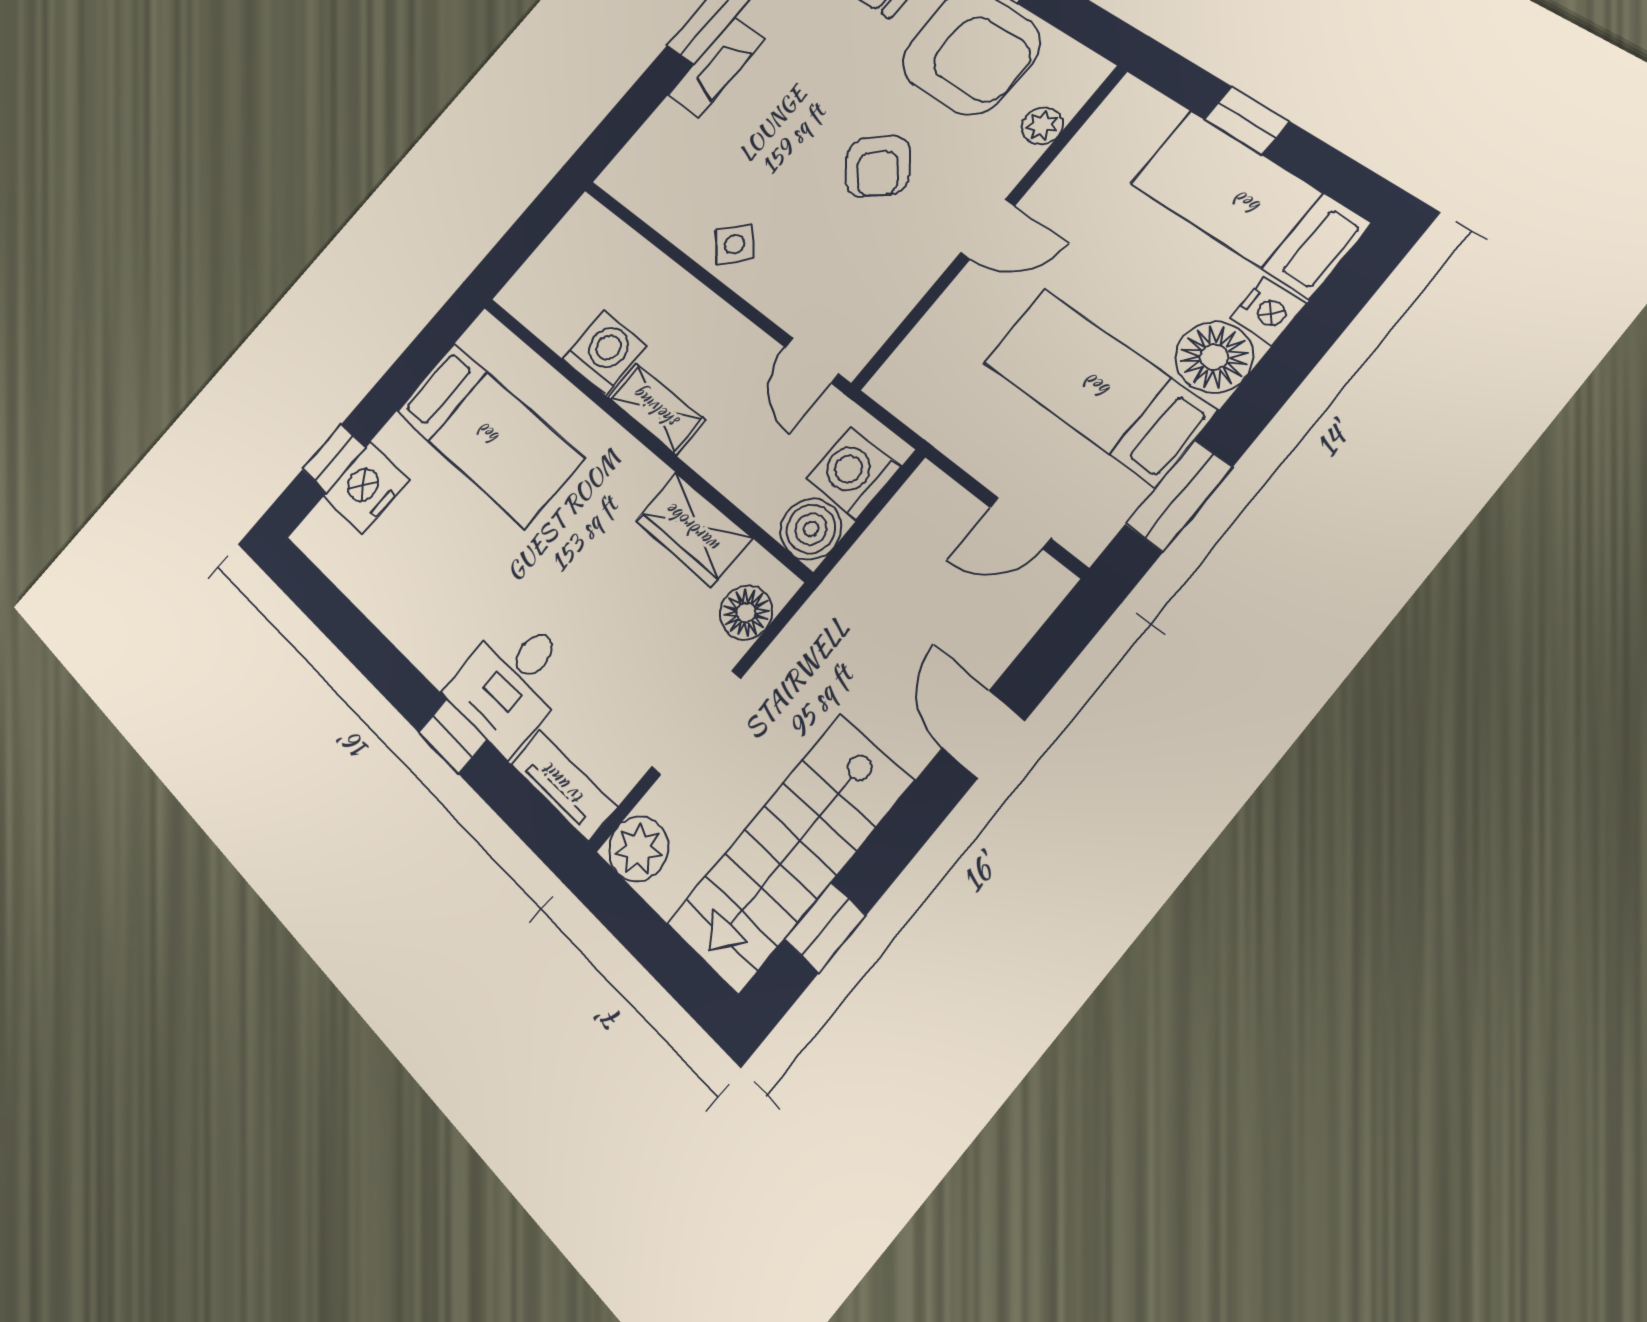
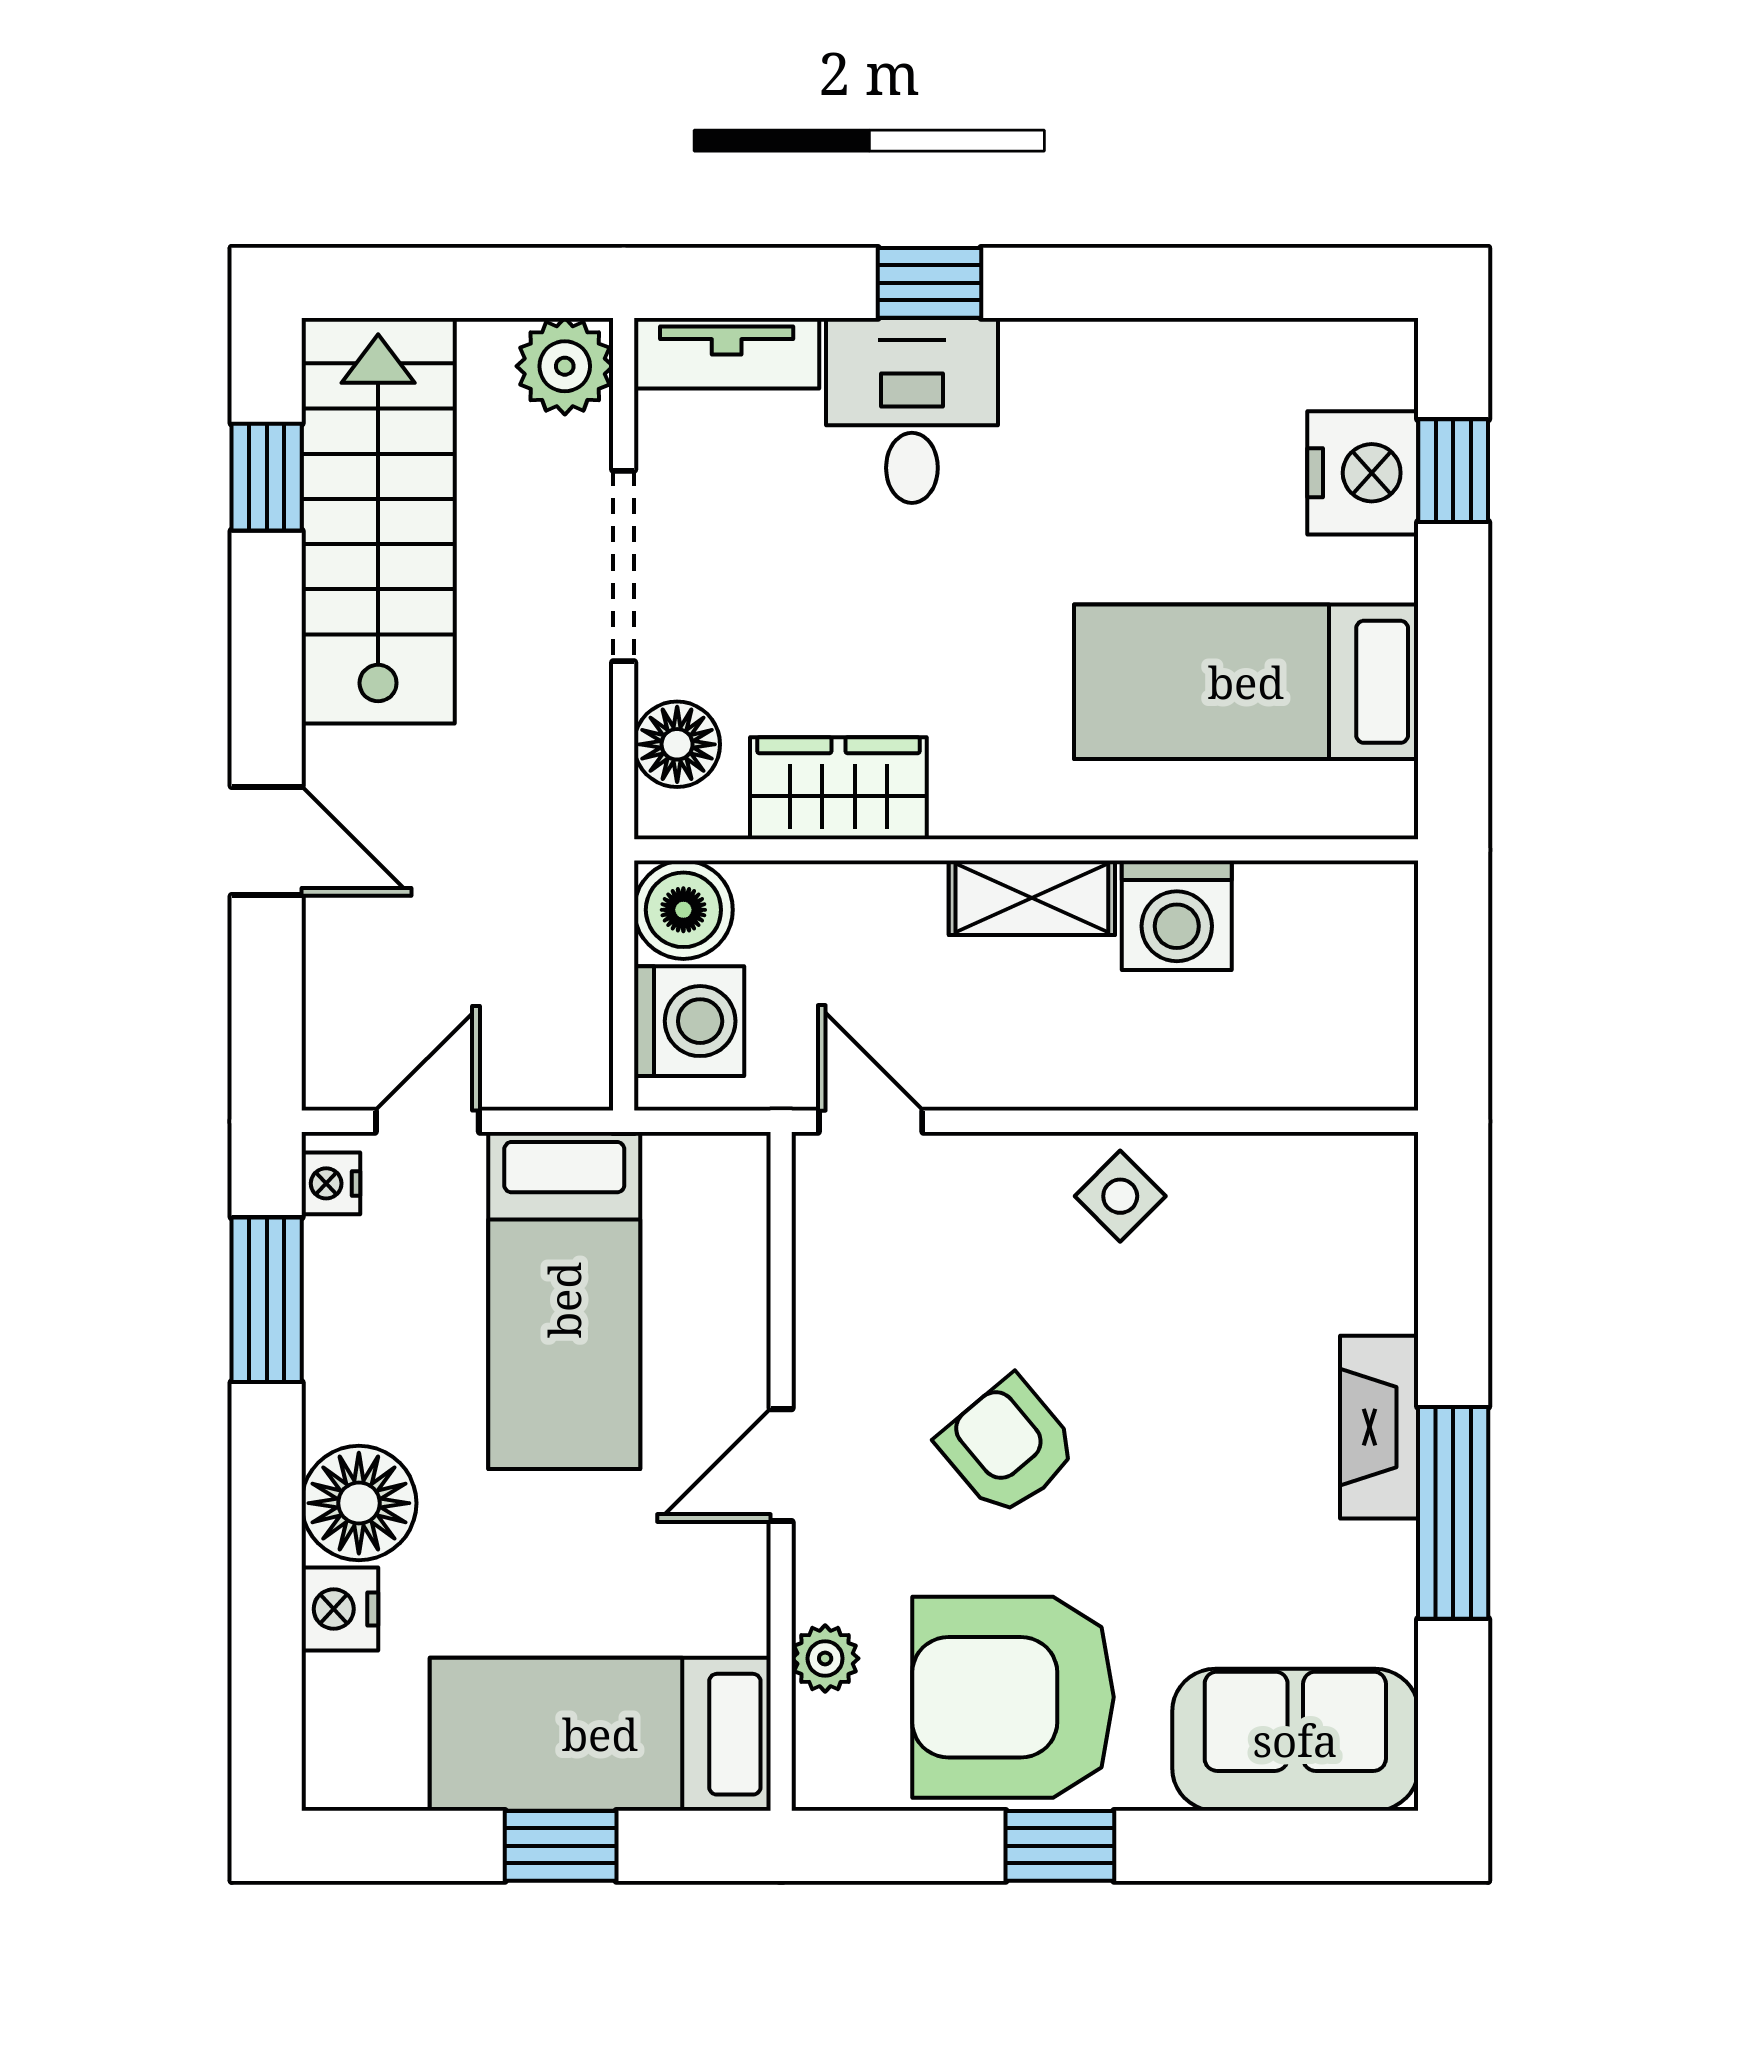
bed: (1248, 203) -> (600, 1734), moved, turned 180
bed: (1098, 386) -> (564, 1300), moved, turned 90
nightstand: (1096, 530) -> (331, 1183), added

